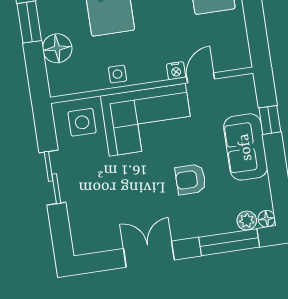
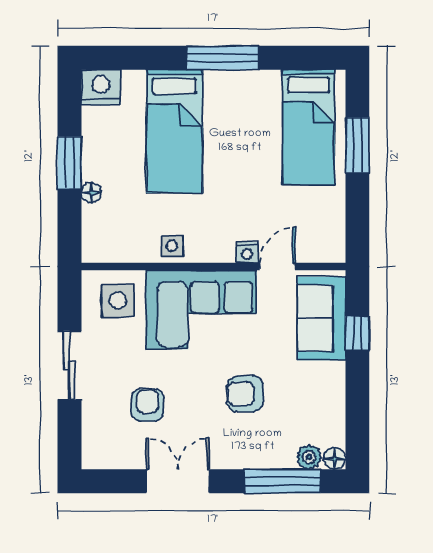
floor lamp: (57, 48) -> (91, 193), width x0.53, depth x0.53
sofa: (246, 147) -> (321, 318), moved
armchair: (117, 199) -> (148, 405), added

